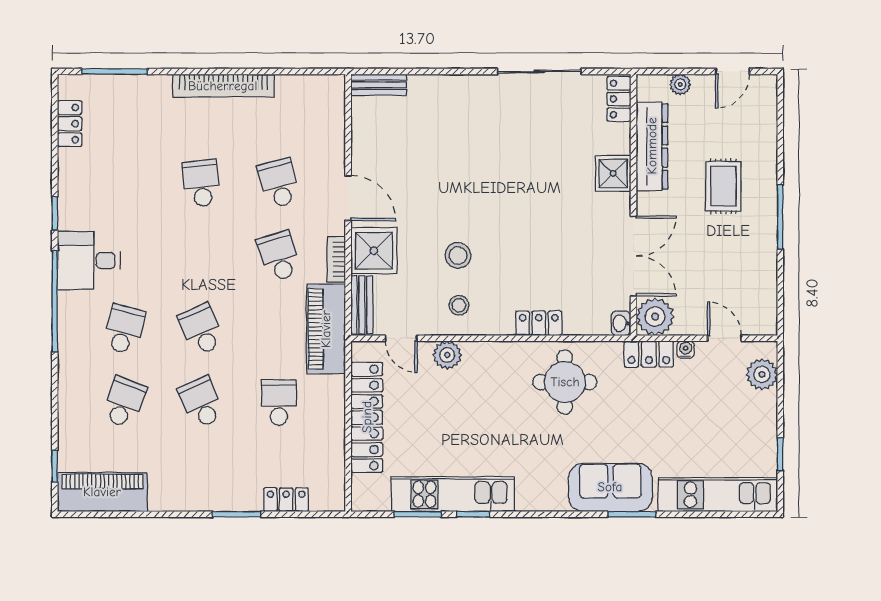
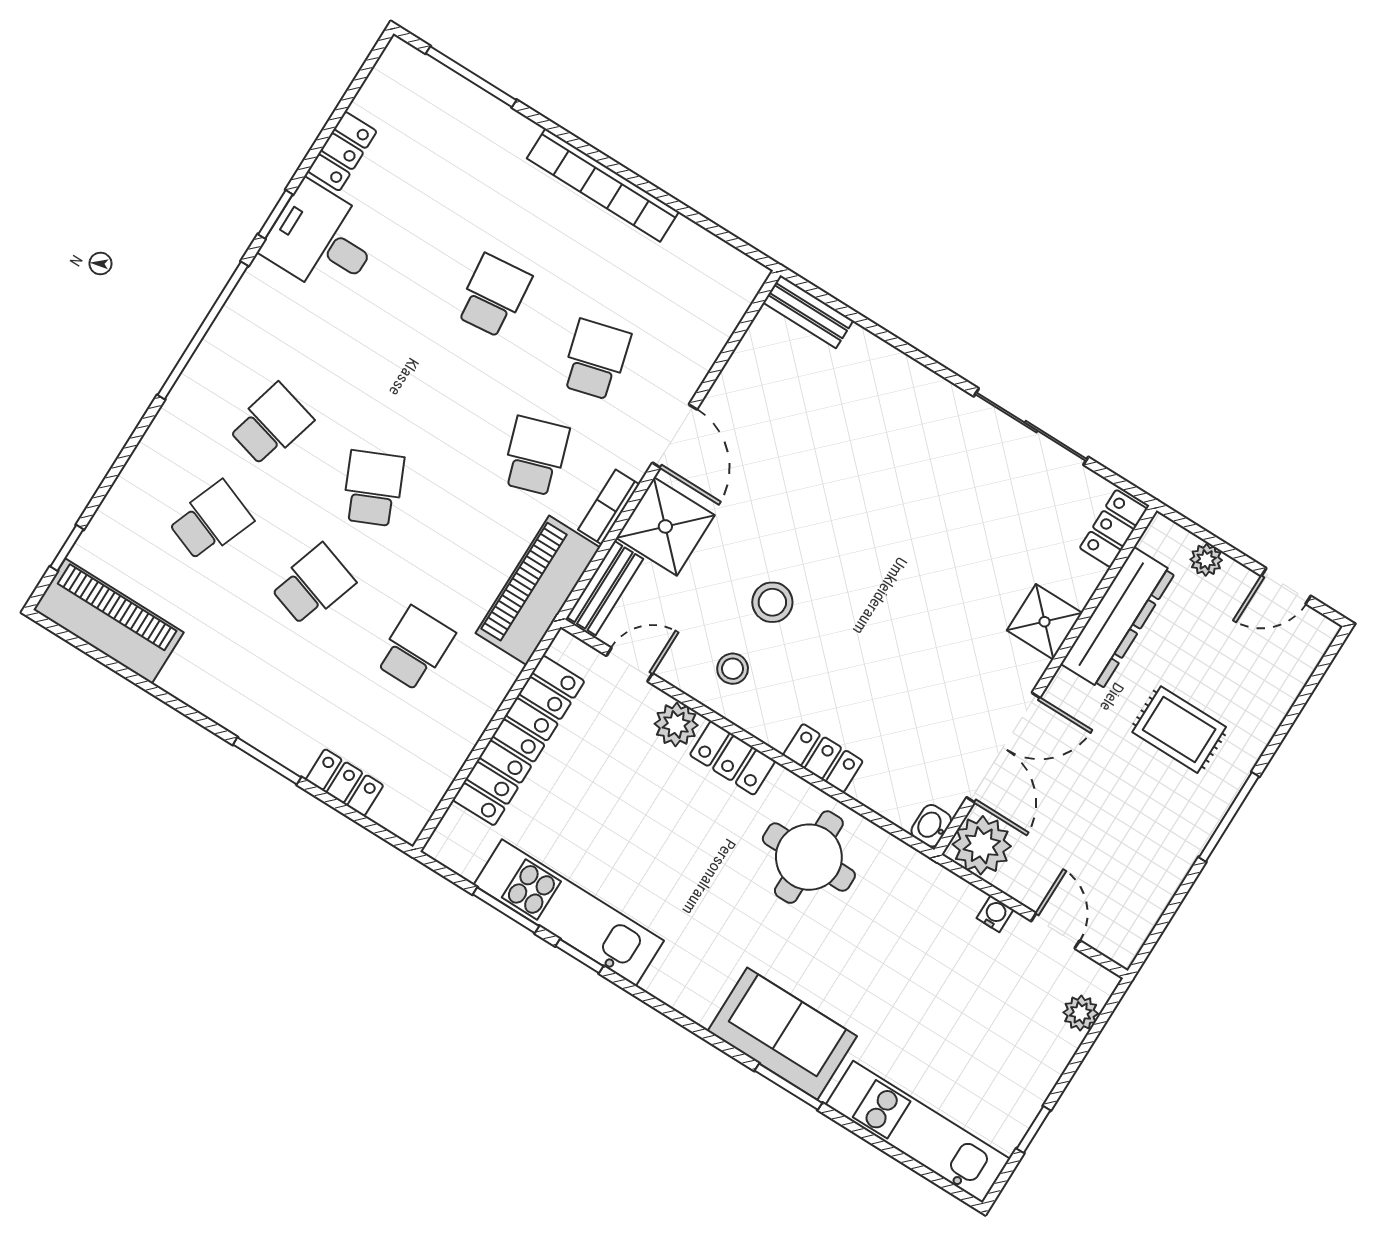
locker: (70, 124) -> (342, 151), moved
rug: (723, 186) -> (1179, 730), turned 90
desk: (89, 261) -> (322, 240), moved
door: (401, 338) -> (629, 665), swing flipped
locker: (649, 354) -> (733, 758), moved
plant: (762, 374) -> (1081, 1013), width x0.73, depth x0.73
school desk: (201, 402) -> (313, 585), turned 42

